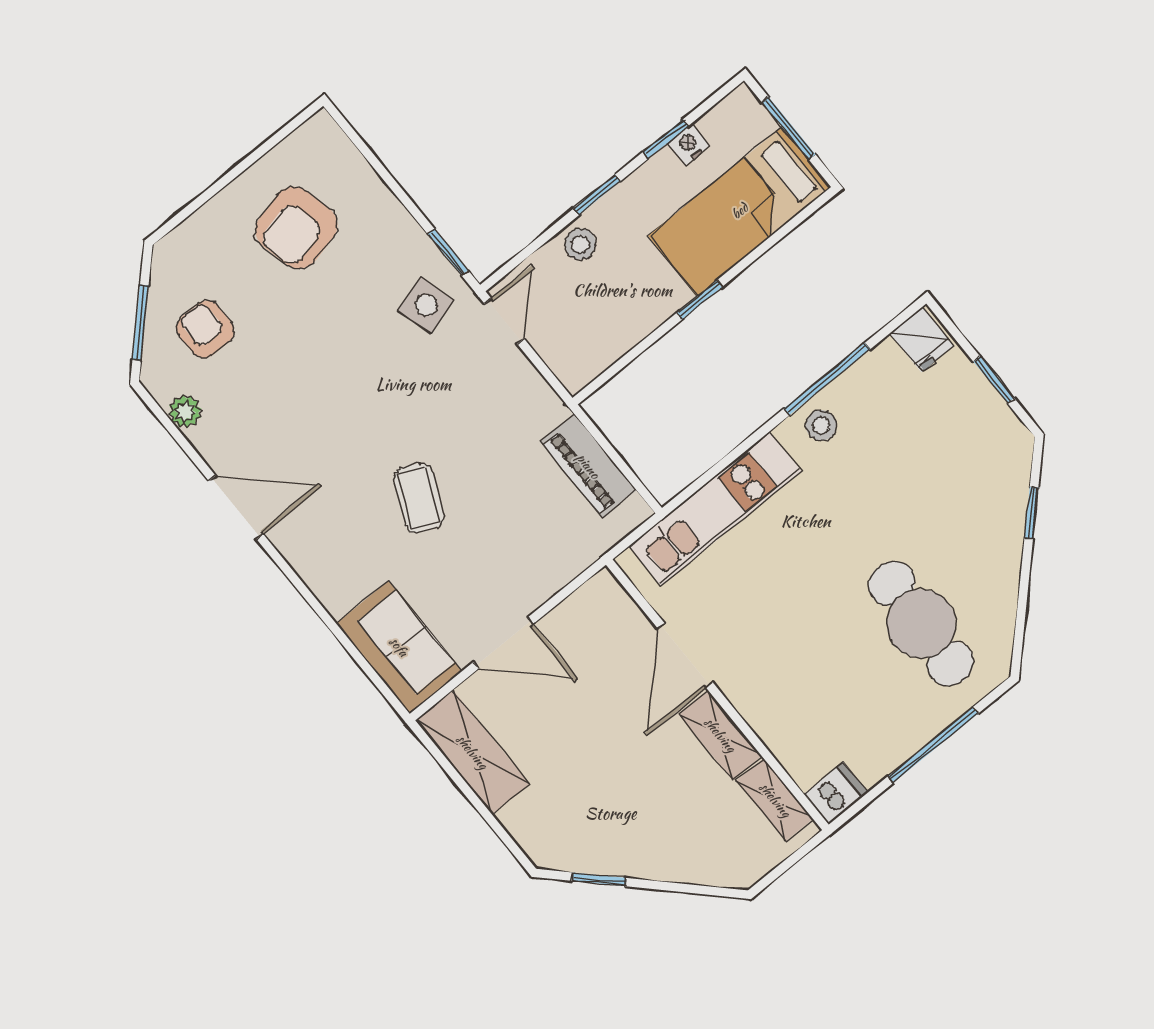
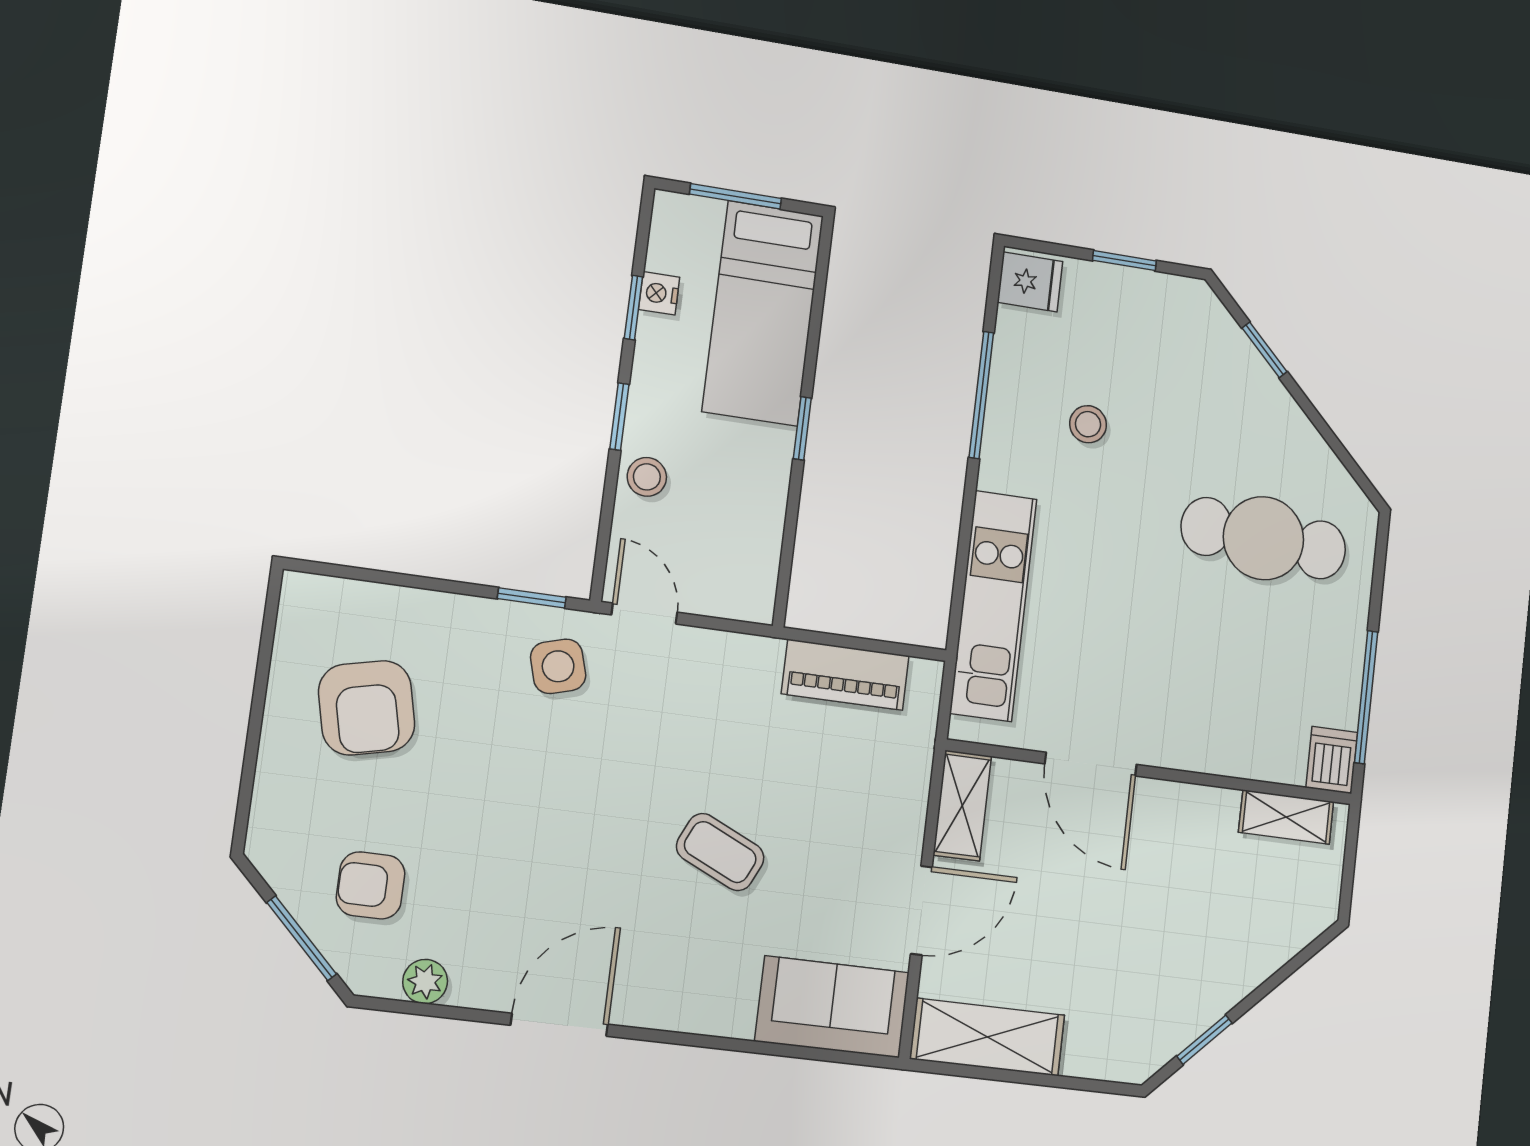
stool: (821, 425) -> (1088, 424), moved
shelving: (720, 735) -> (962, 806), moved, turned 90
window: (933, 745) -> (1366, 697), moved

